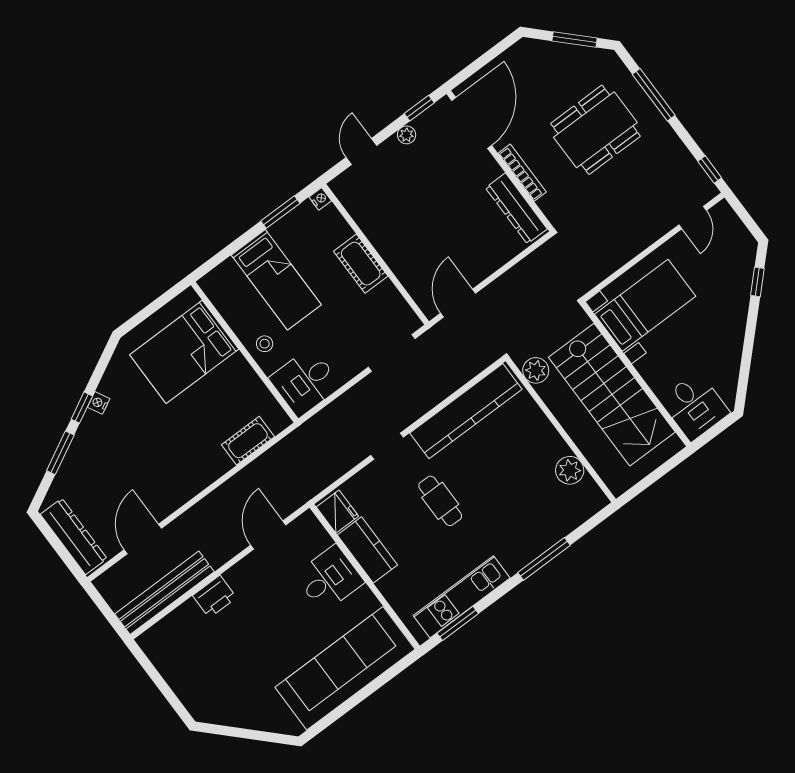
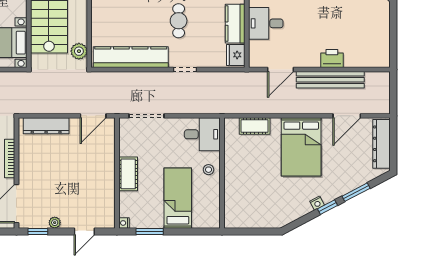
dresser: (516, 208) -> (46, 126), moved, turned 90
bed: (184, 352) -> (301, 147), moved, turned 90
bench: (164, 593) -> (330, 80), moved

